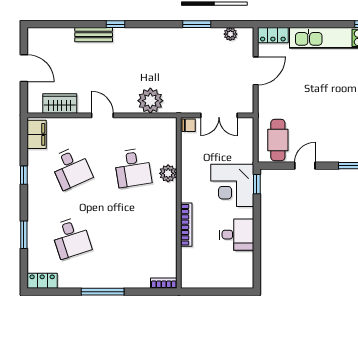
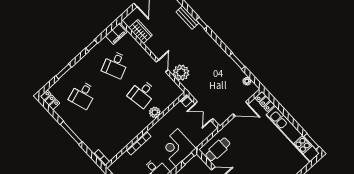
door: (102, 115) -> (162, 66), moved

